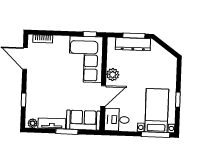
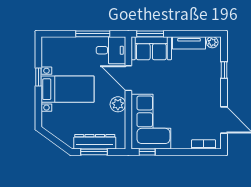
door: (103, 96) -> (128, 78), hinge flipped
bed with nightstands: (157, 110) -> (67, 89), moved, turned -90
window: (67, 132) -> (150, 34), moved
window: (155, 135) -> (93, 34), moved

